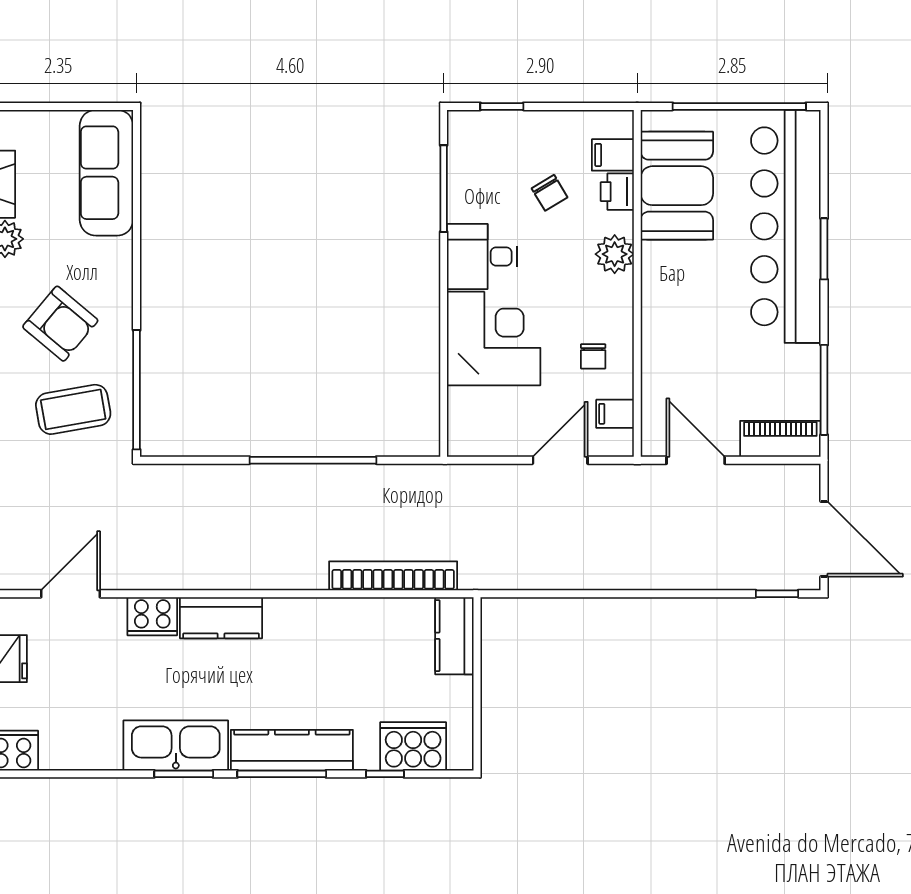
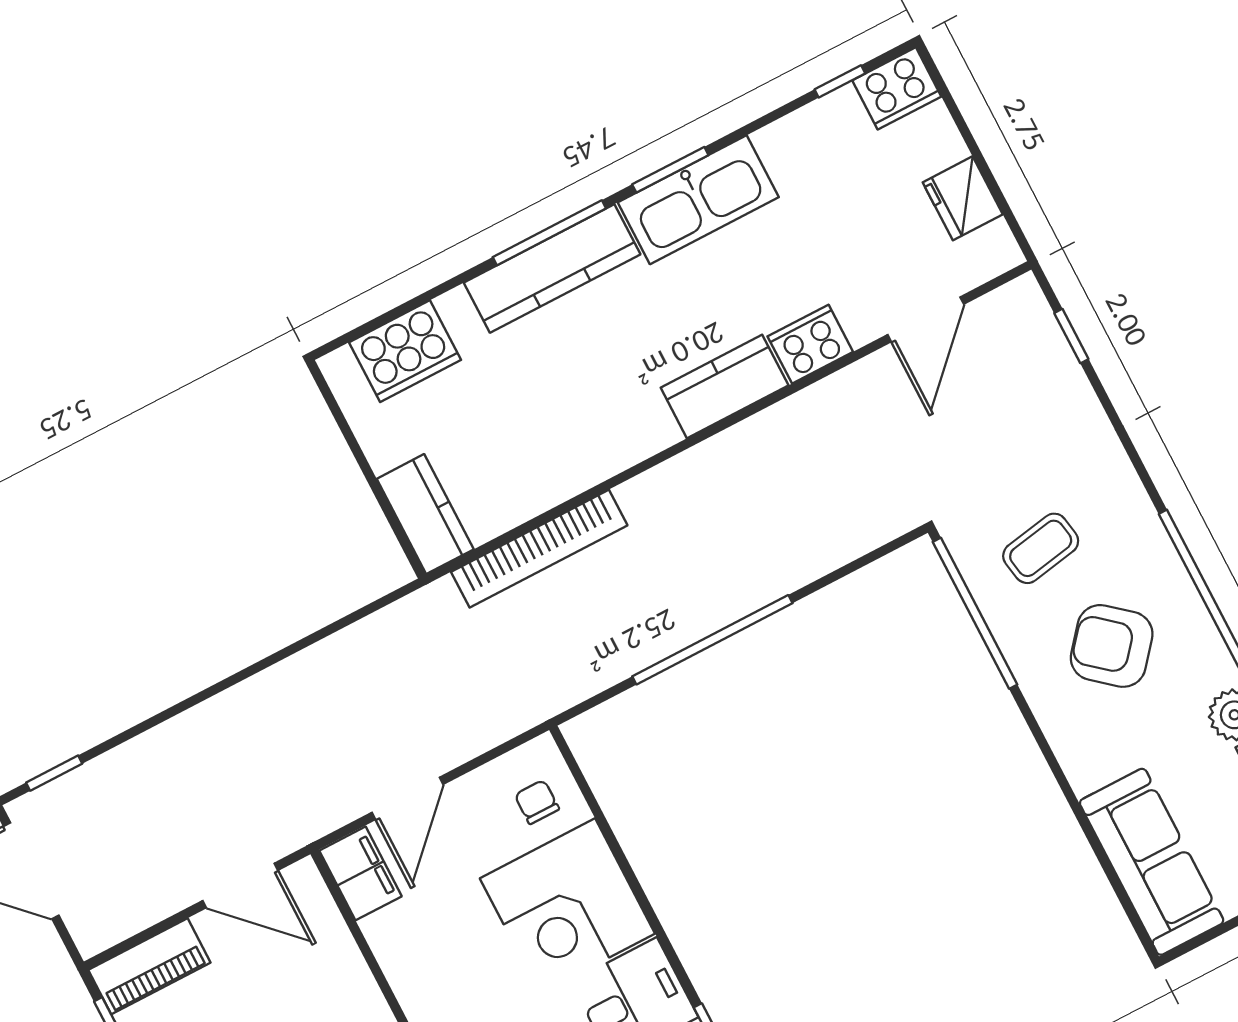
chair: (593, 356) -> (537, 802), moved
coffee table: (73, 409) -> (1041, 548), width x0.73, depth x0.77
filing cabinet: (615, 414) -> (360, 873), width x2.00
window: (385, 774) -> (840, 81), moved

